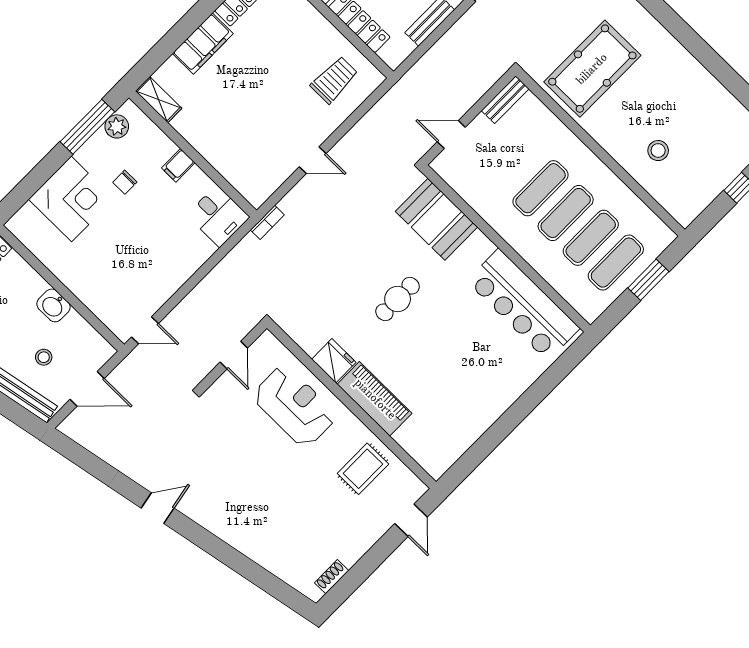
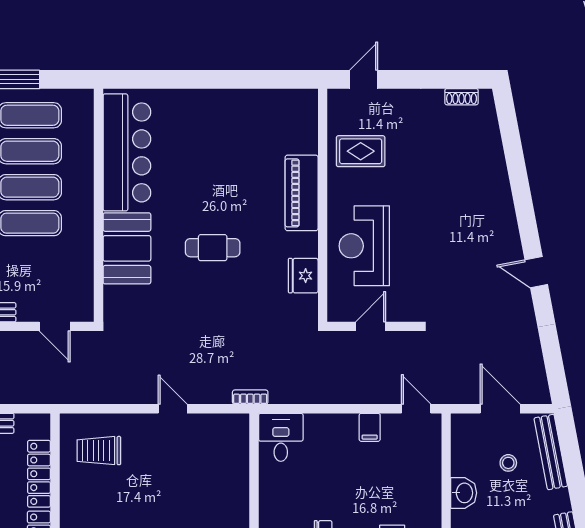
filing cabinet: (178, 165) -> (370, 427), moved, turned 90
booth: (436, 219) -> (127, 248), moved
fridge: (334, 361) -> (303, 276), moved

